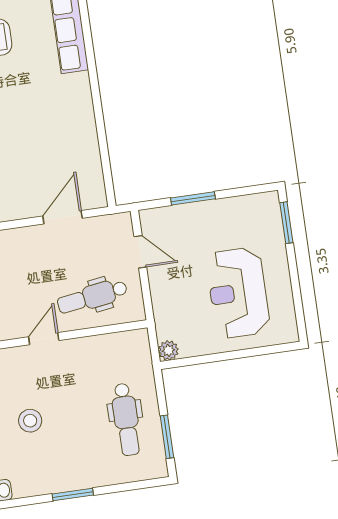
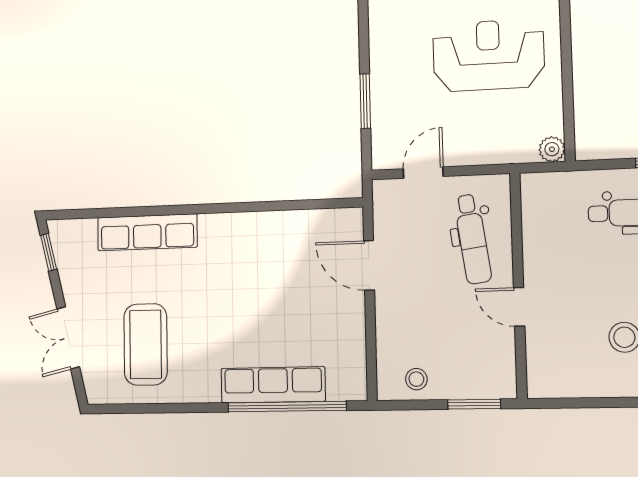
reception desk: (238, 293) -> (488, 55), turned 180

